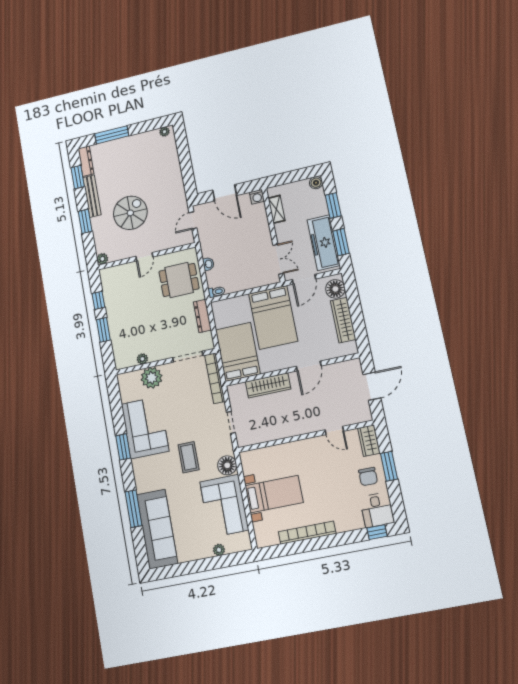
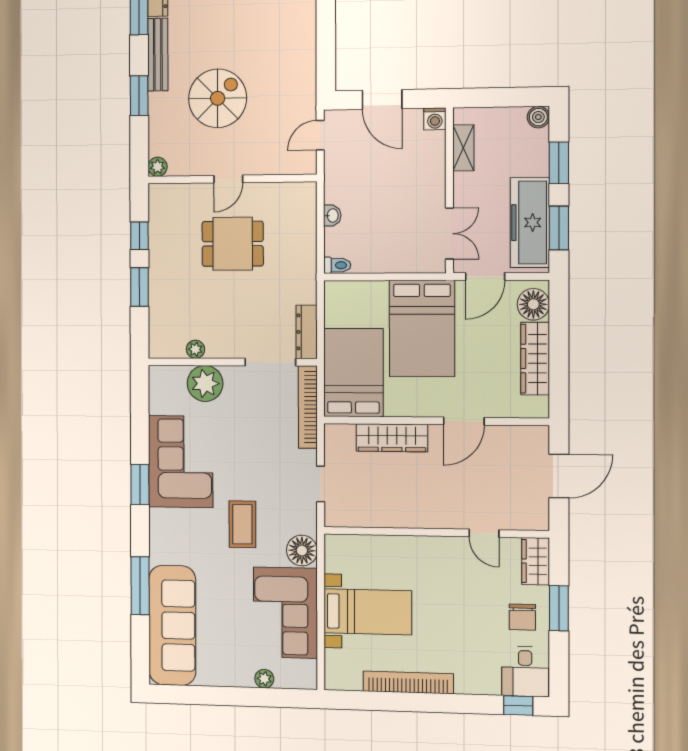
dining table: (179, 280) -> (233, 244), moved
dresser: (202, 316) -> (307, 332), moved

